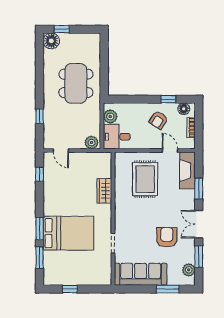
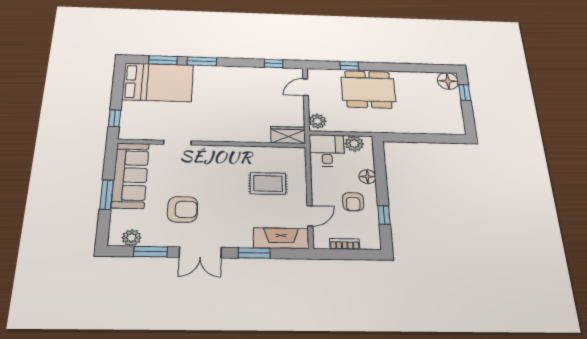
dining table: (76, 83) -> (368, 89), moved
floor lamp: (184, 109) -> (367, 177), moved
armchair: (158, 120) -> (353, 202), turned -123
rug: (145, 179) -> (268, 183), width x0.73, depth x0.70
wardrobe: (104, 191) -> (288, 135), moved
double door: (199, 224) -> (200, 252), swing flipped
bed: (68, 233) -> (158, 82), moved, turned -90
window: (70, 289) -> (115, 118), moved
window: (168, 289) -> (107, 195), moved

